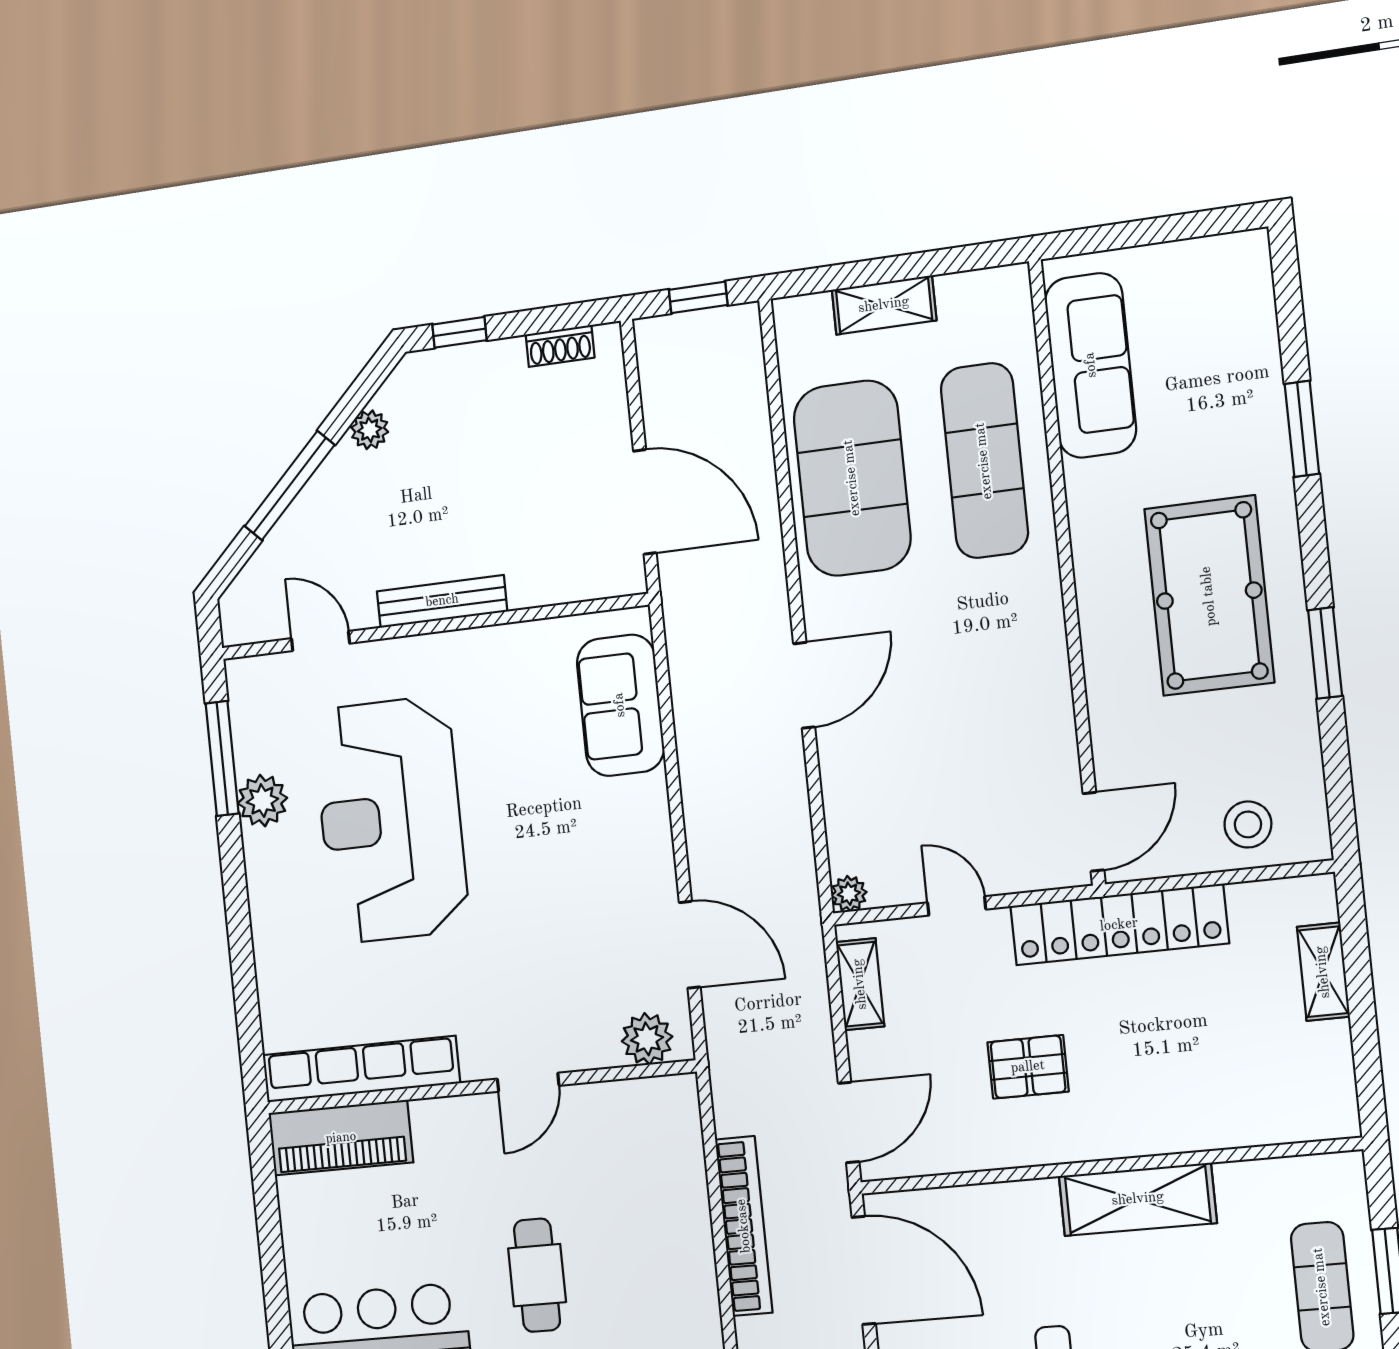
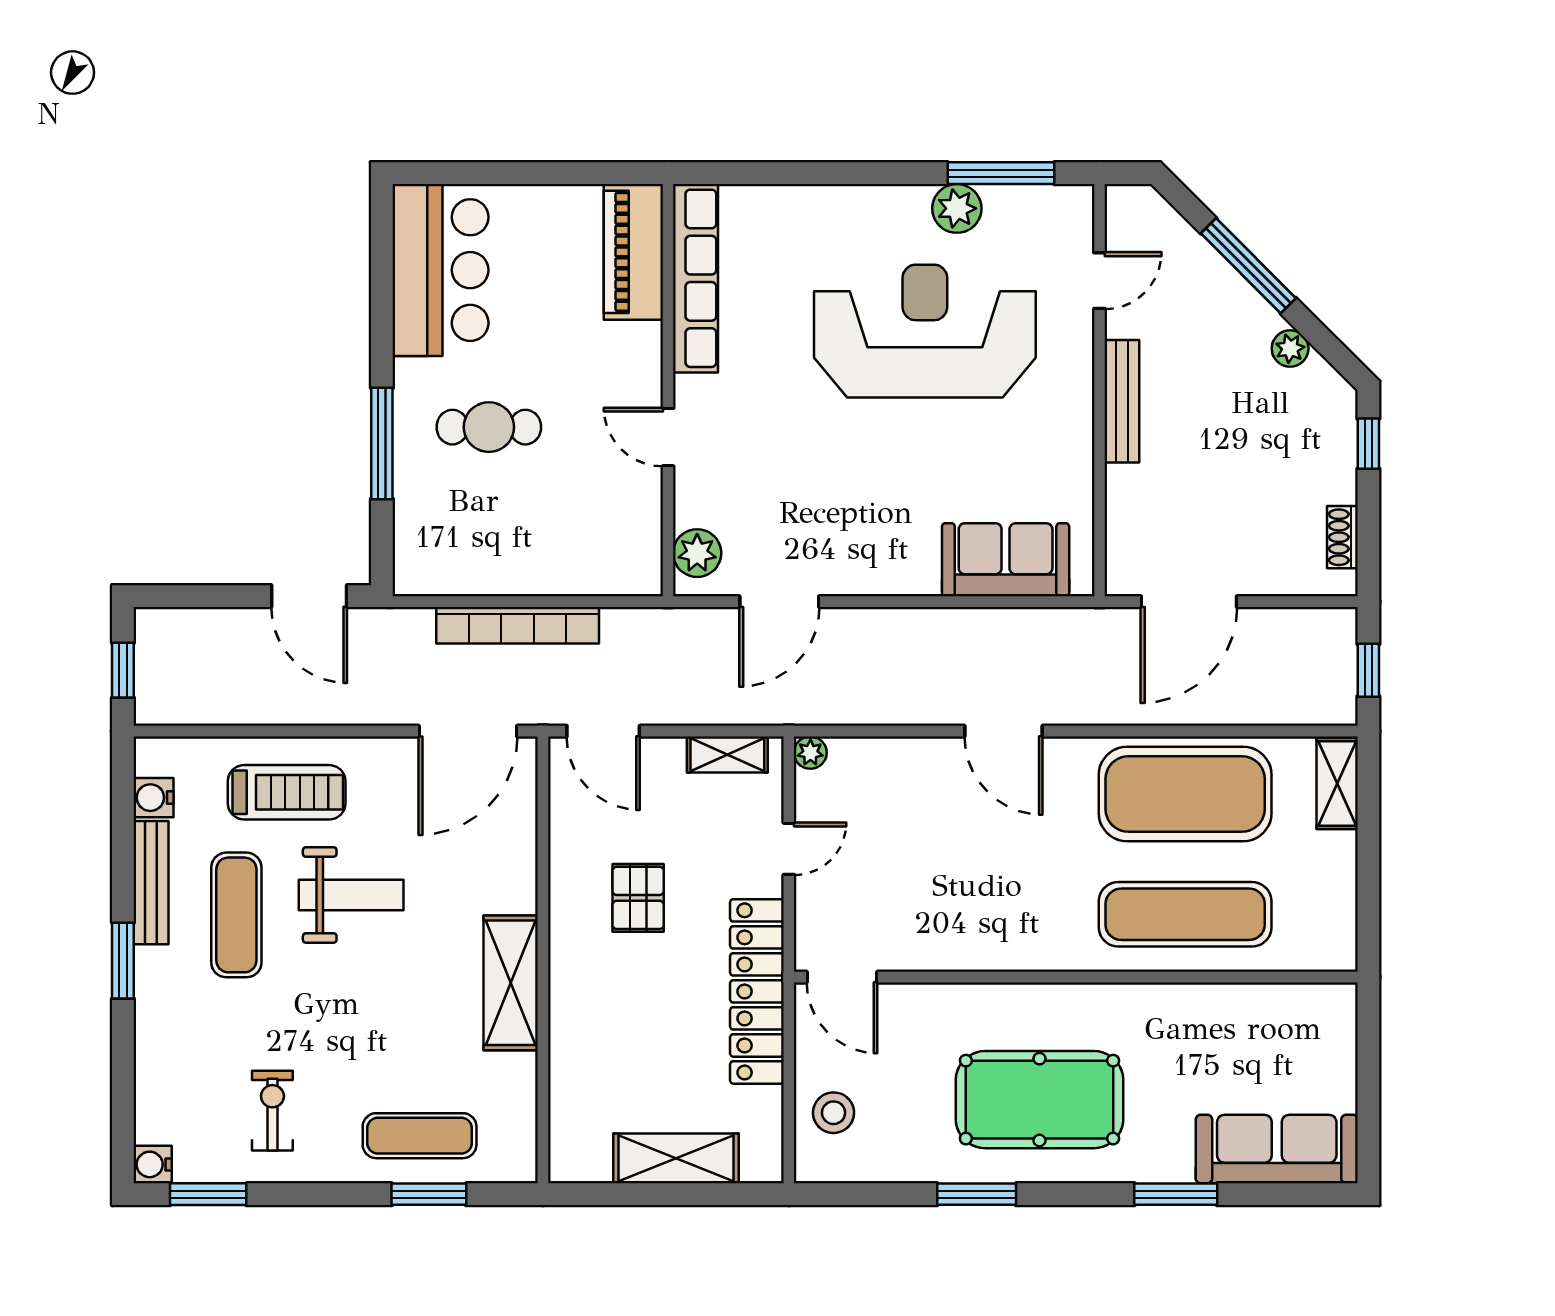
shelving: (884, 305) -> (1337, 783), moved
sofa: (1091, 365) -> (1277, 1149), moved, turned 180
shelving: (1323, 972) -> (676, 1158), width x1.50, depth x1.33

